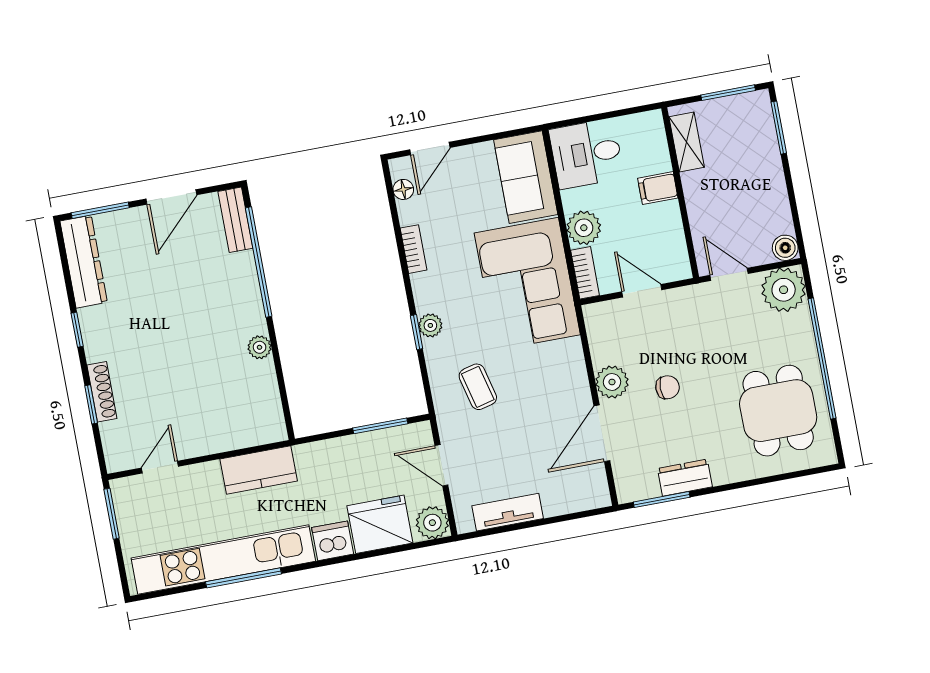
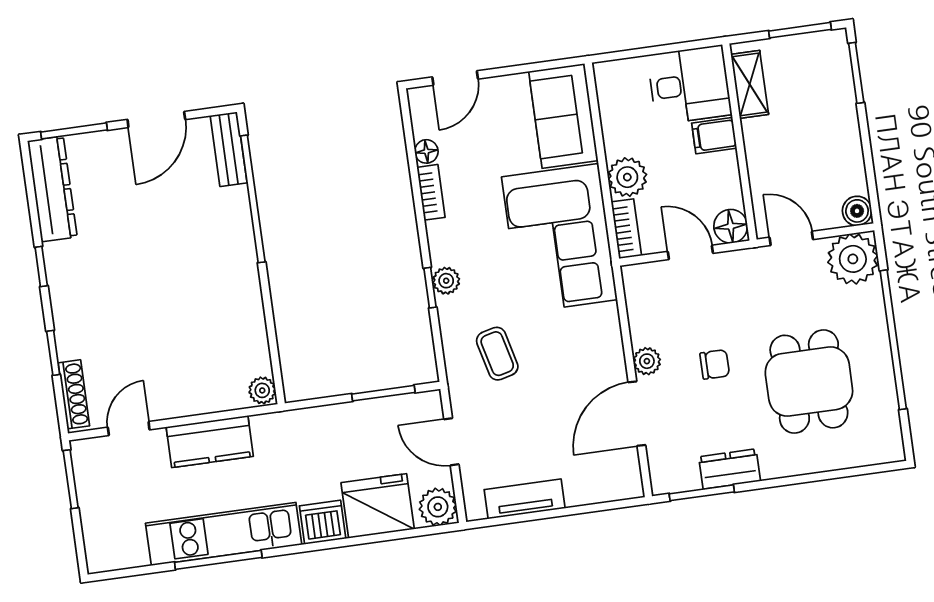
desk: (586, 154) -> (689, 85), moved, turned 180
floor lamp: (403, 189) -> (426, 151), moved
floor lamp: (676, 266) -> (731, 226), added
plant: (260, 347) -> (262, 390), moved
plant: (612, 382) -> (647, 361), width x0.73, depth x0.73
shoe rack: (102, 392) -> (74, 394), moved
dining table: (778, 411) -> (809, 382), moved
kitchen counter: (259, 470) -> (210, 442), moved
kitchen unit: (223, 560) -> (224, 534), width x0.73

